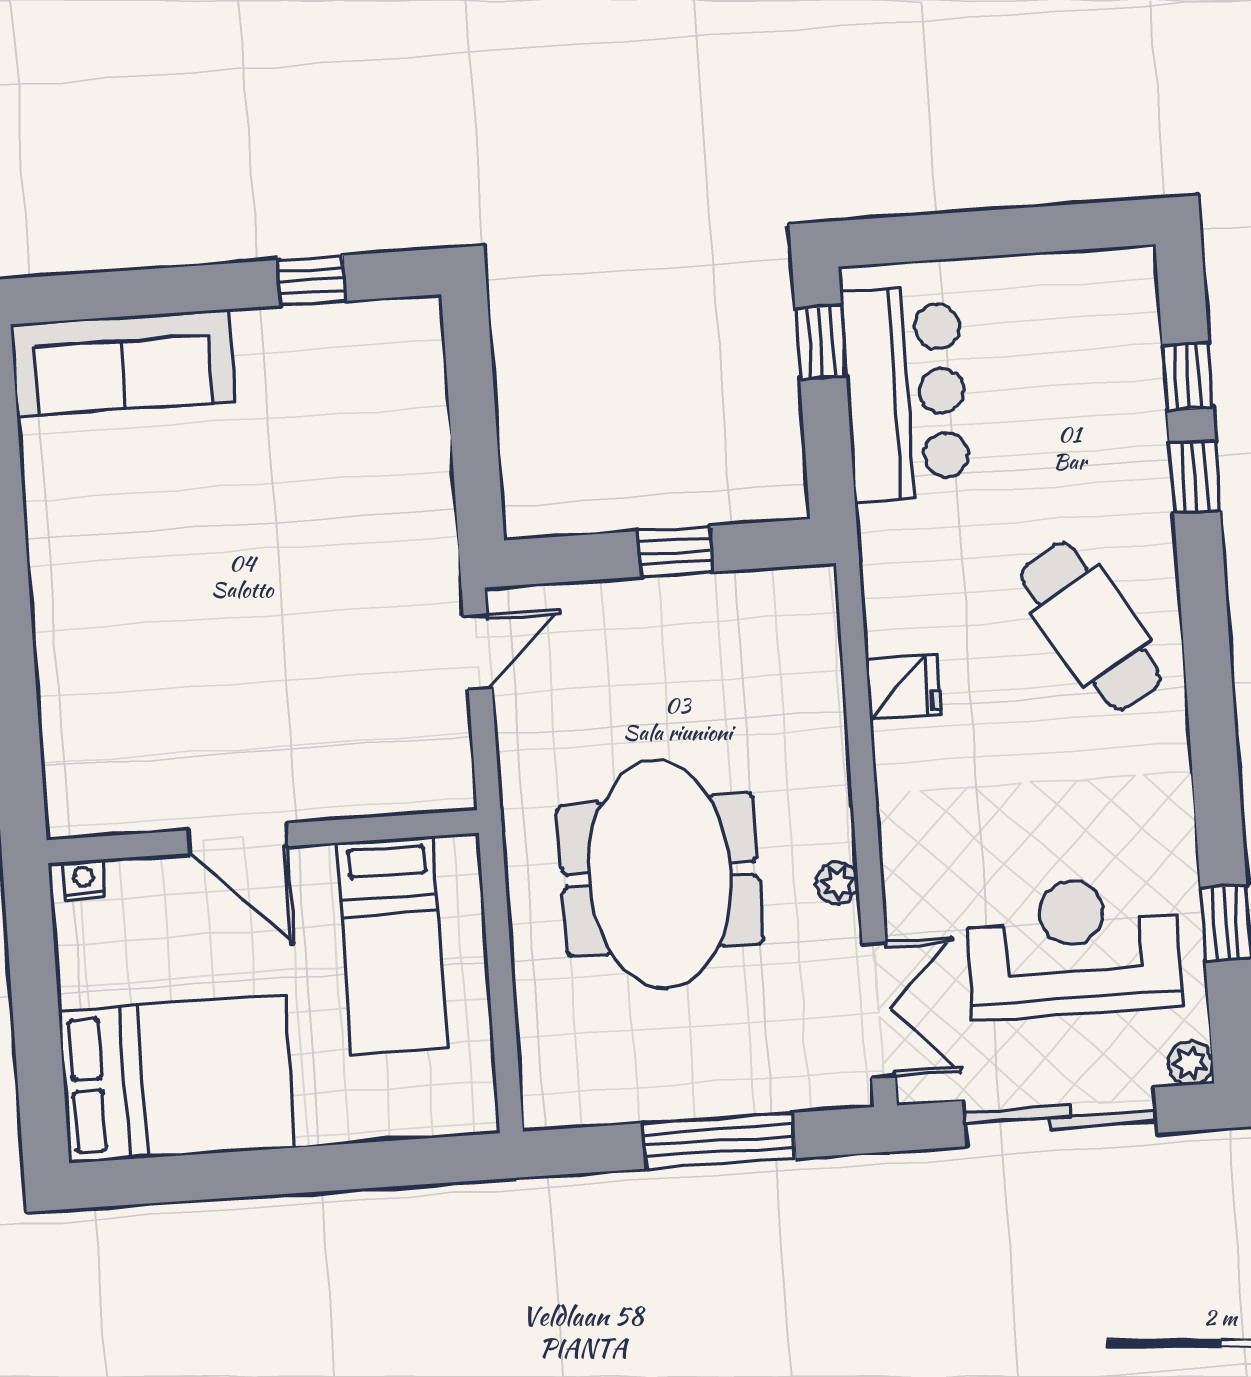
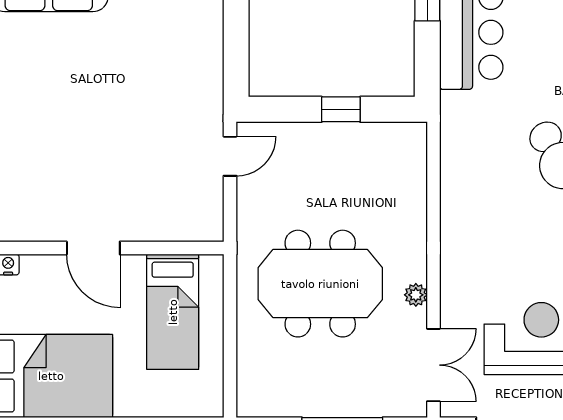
fridge: (904, 687) -> (459, 191), removed
meeting table: (660, 875) -> (320, 284), turned 90

